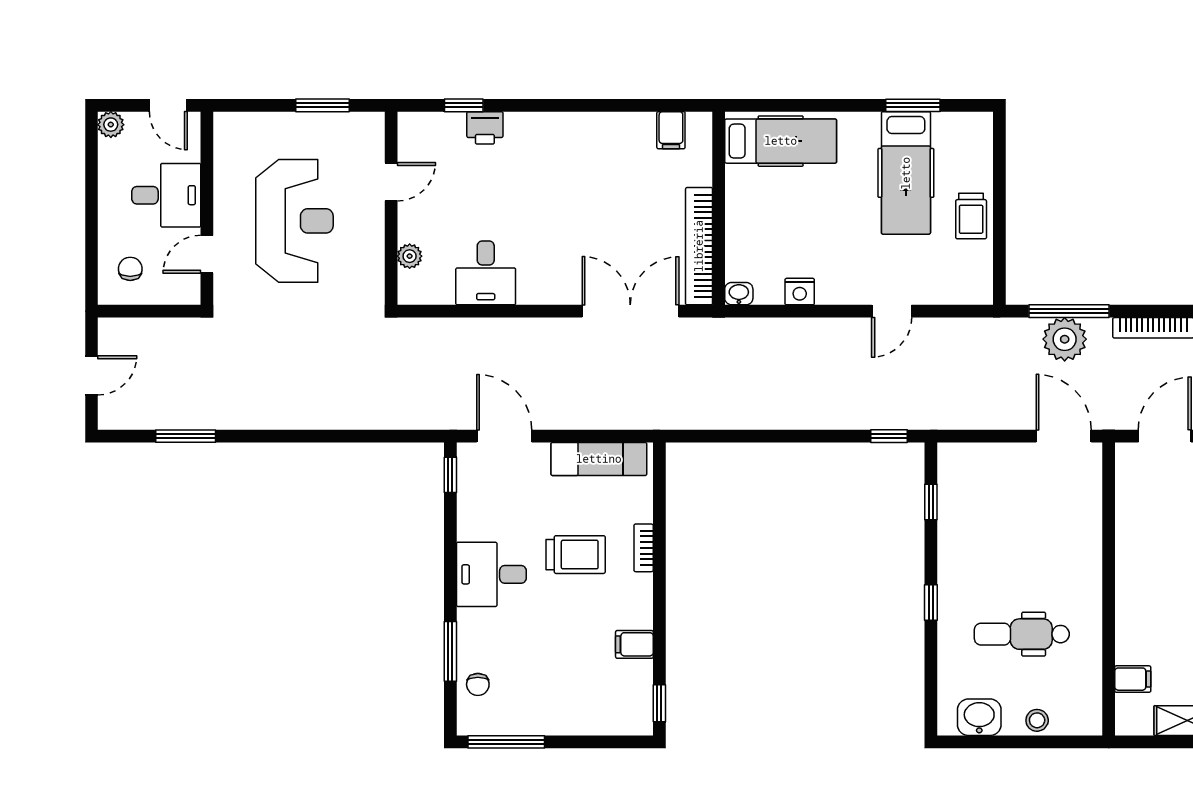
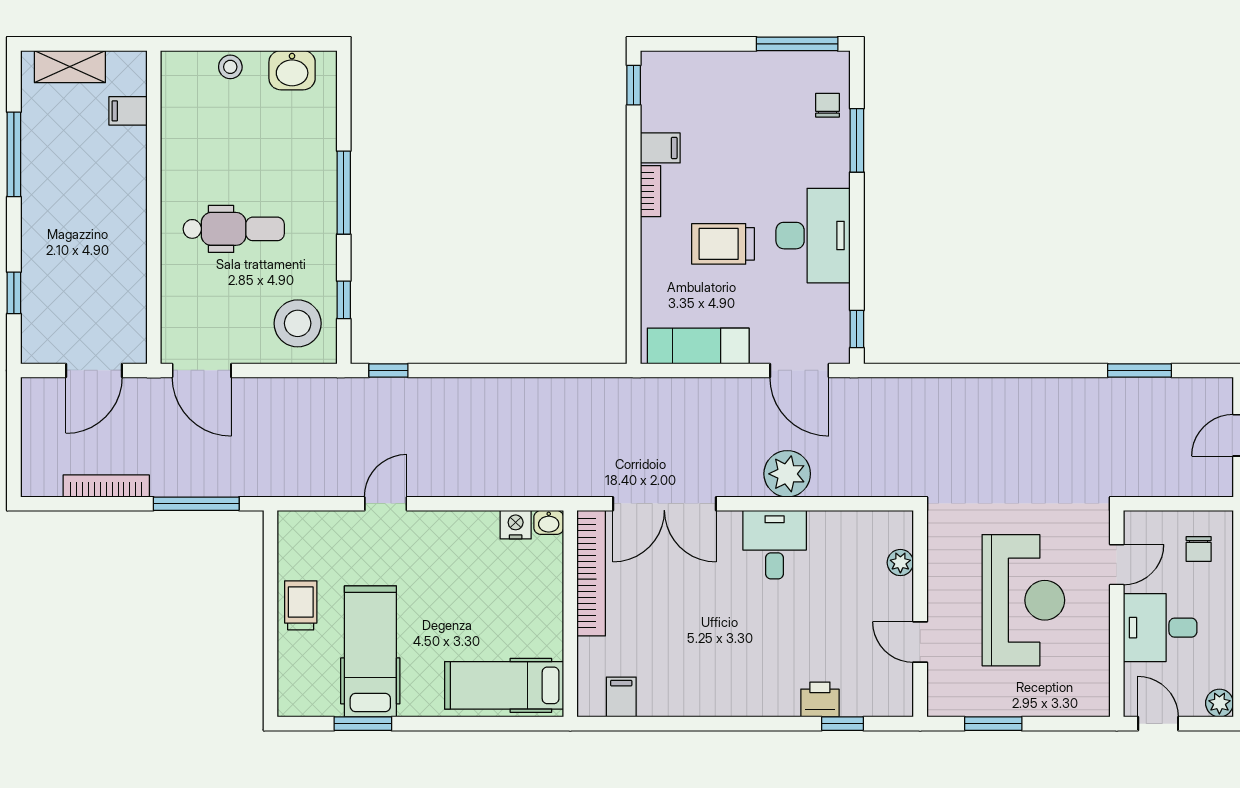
door: (391, 182) -> (920, 642), hinge flipped
reception desk: (294, 221) -> (1023, 600), turned 180
desk: (486, 273) -> (775, 545), moved
nightstand: (800, 292) -> (516, 525), moved
plant: (1065, 339) -> (787, 474), moved
stool: (974, 480) -> (298, 323), added
bookcase: (644, 548) -> (650, 191), moved
desk: (491, 574) -> (813, 236), width x1.37
window: (931, 602) -> (344, 193), width x2.17
dental chair: (1022, 634) -> (234, 229), moved

